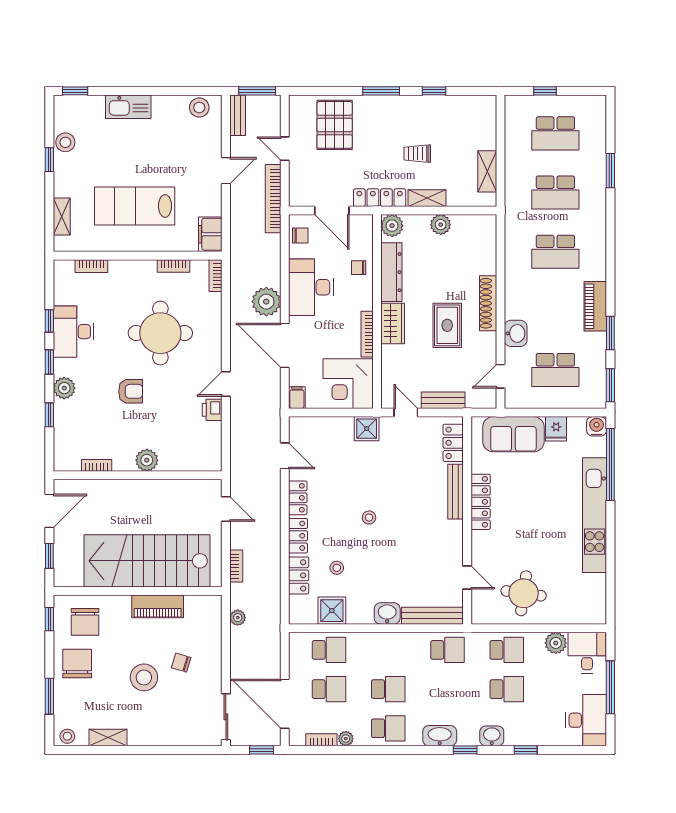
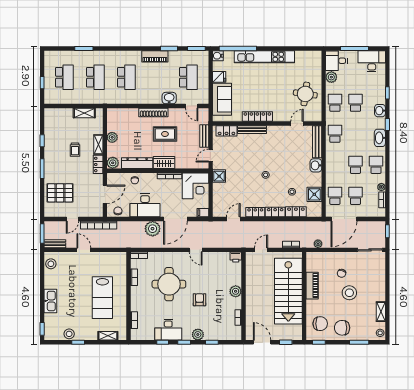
locker: (380, 198) -> (98, 164), width x0.66
filing cabinet: (210, 234) -> (117, 258), removed
printer: (212, 410) -> (236, 257), moved
door: (285, 704) -> (344, 219), moved

